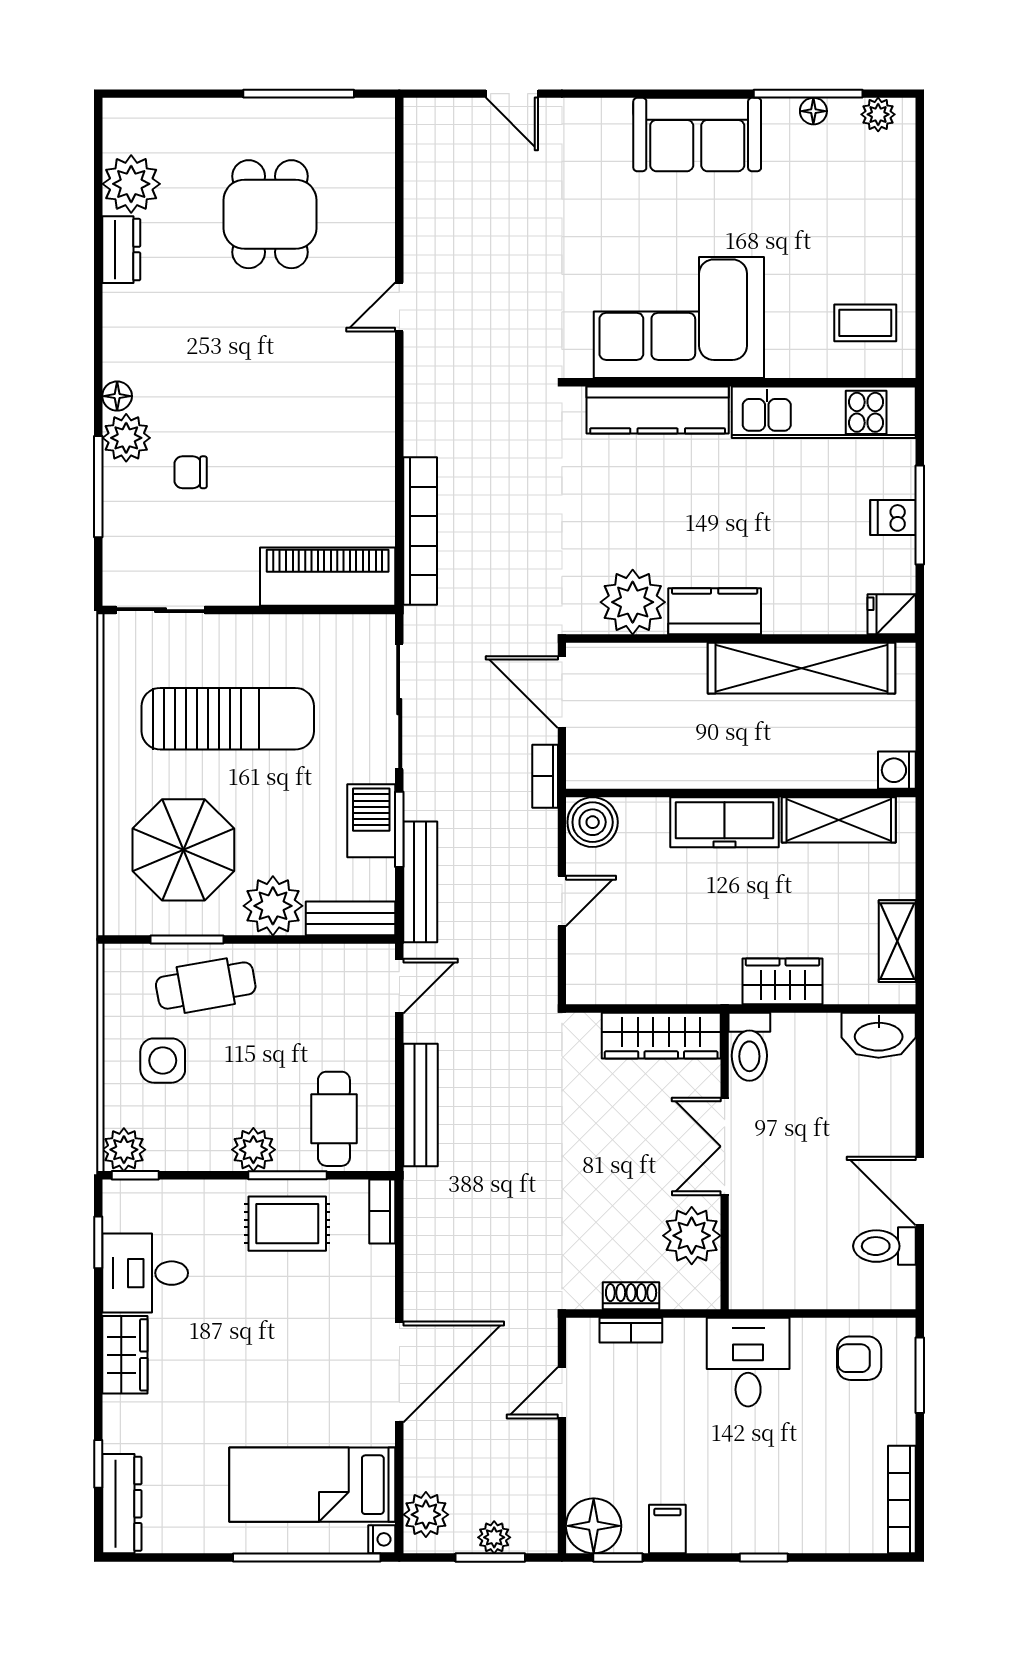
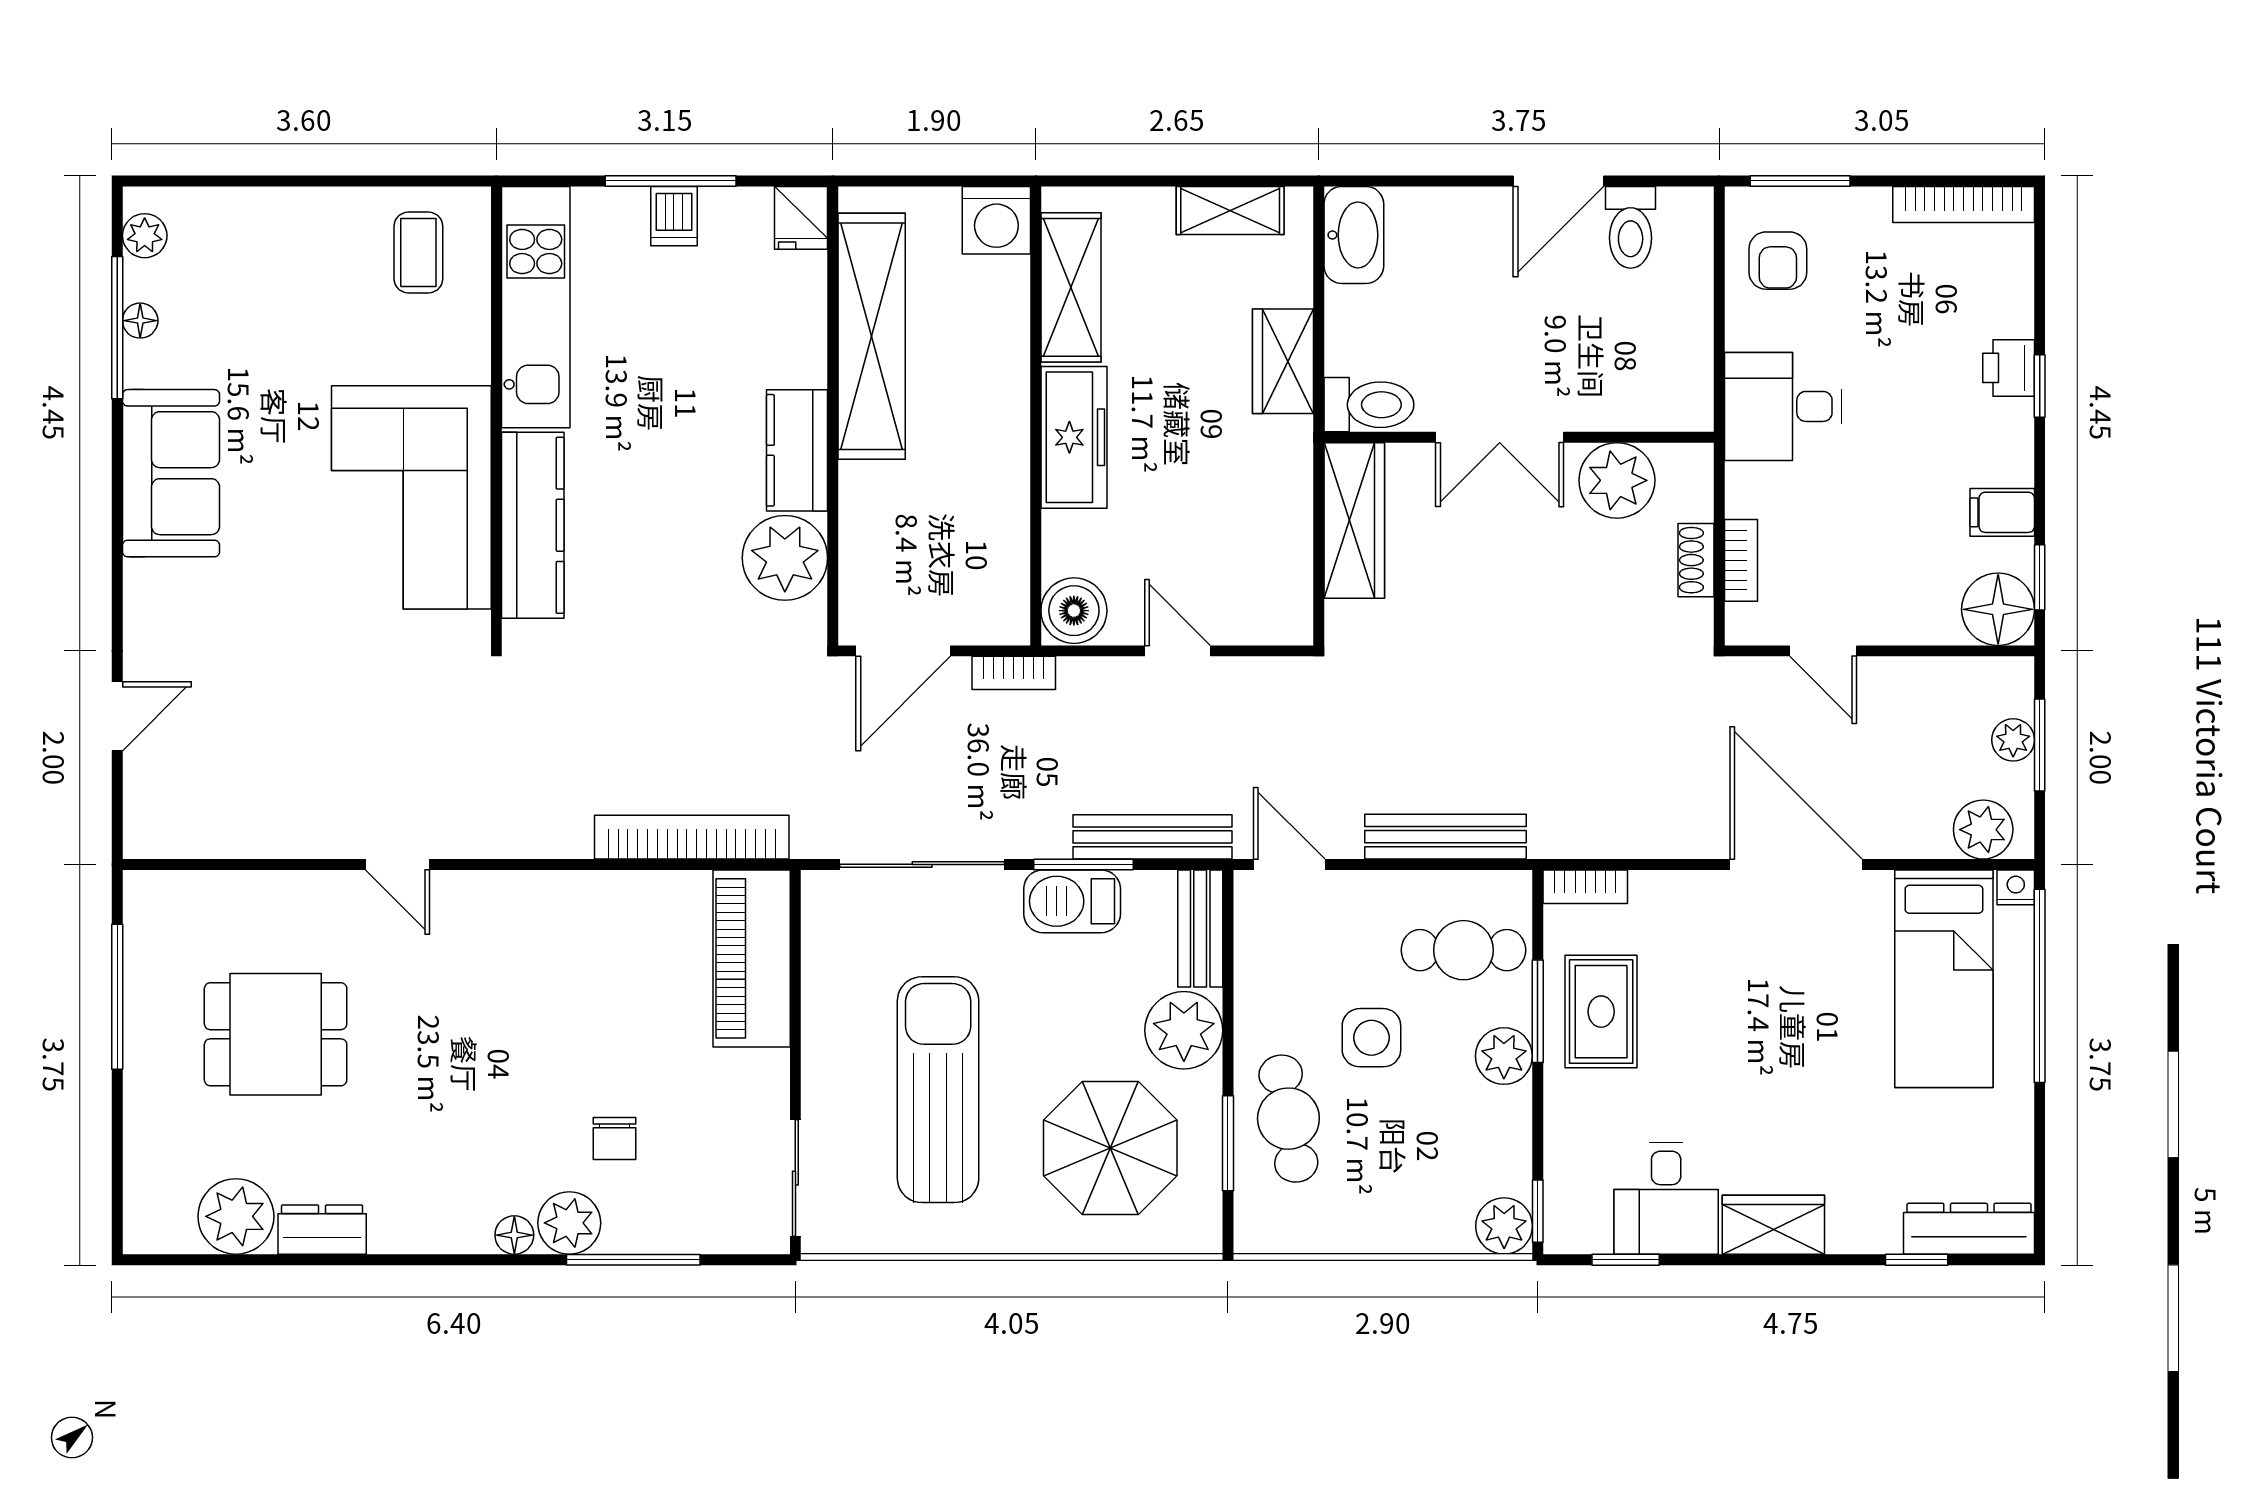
washing machine: (897, 770) -> (996, 220), width x1.38, depth x1.38
side table: (163, 1061) -> (1371, 1038), moved
printer: (777, 1534) -> (2009, 368), added

